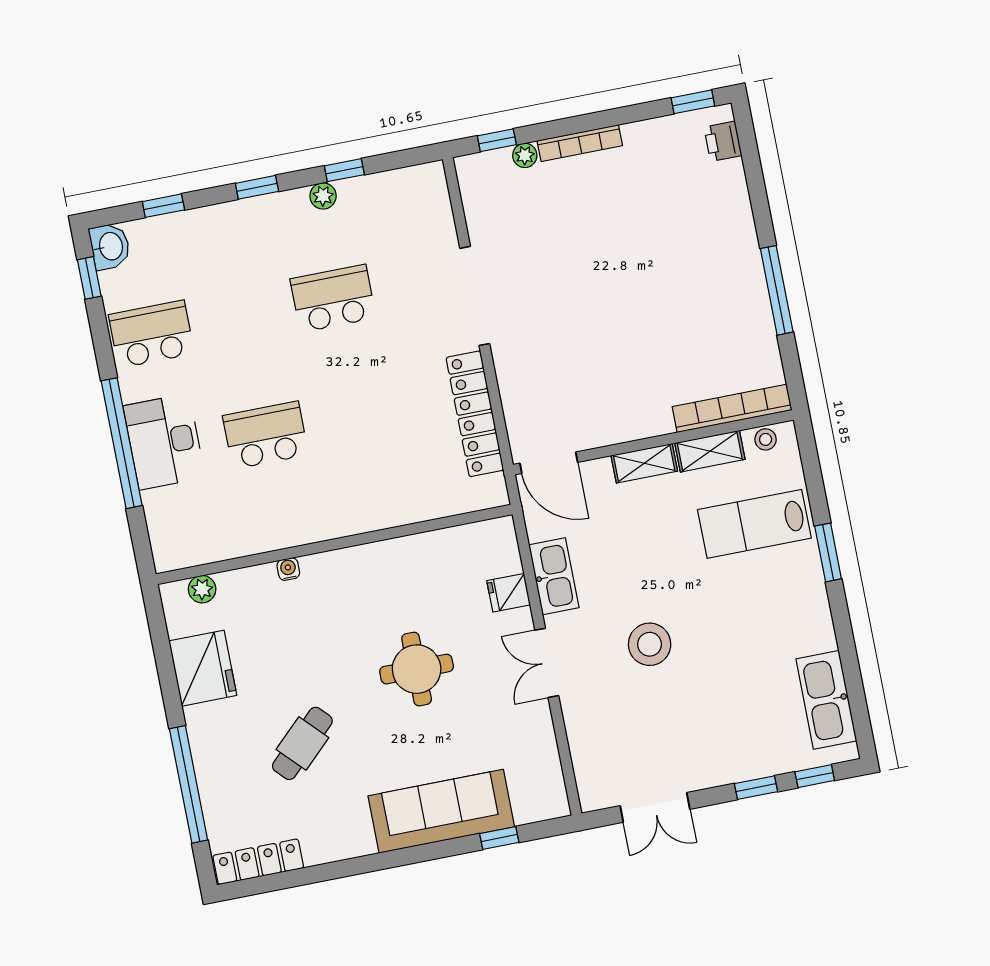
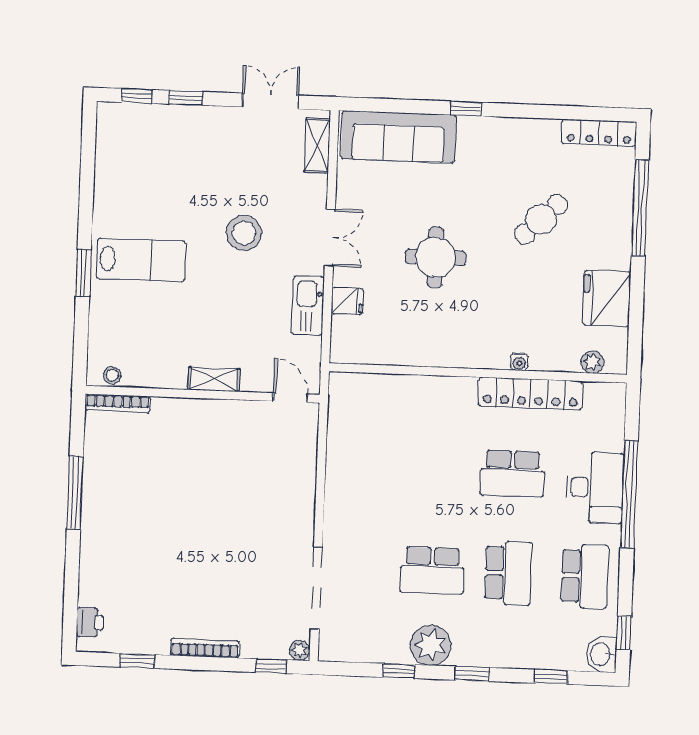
window: (693, 102) -> (137, 661), moved
plant: (525, 155) -> (299, 650), moved
plant: (323, 196) -> (431, 645), width x1.88, depth x1.88
doorway: (475, 296) -> (316, 588), moved
school desk: (242, 316) -> (508, 573), added
school desk: (151, 334) -> (585, 576), turned -90
bookcase: (732, 408) -> (118, 403), width x0.68, depth x0.76
locker: (475, 414) -> (530, 393), moved, turned 90
shelving: (710, 451) -> (317, 146), moved, turned 90
door: (549, 463) -> (290, 398), width x0.73
lab bench: (754, 524) -> (141, 260), moved
kitchen sink: (826, 700) -> (113, 155), removed
sofa: (441, 811) -> (398, 137), moved
window: (499, 838) -> (466, 109), moved

